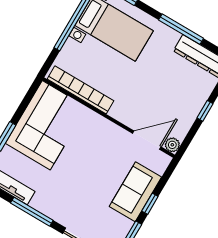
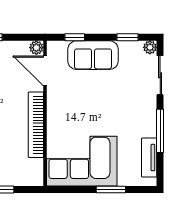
bookcase: (80, 90) -> (36, 125), moved
window: (150, 204) -> (75, 37), moved

